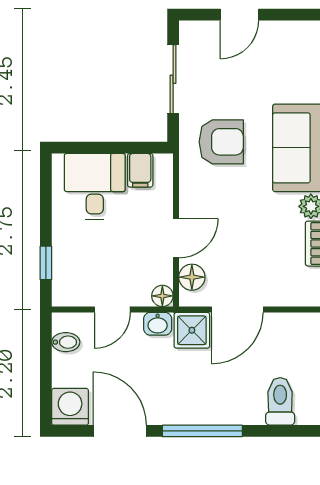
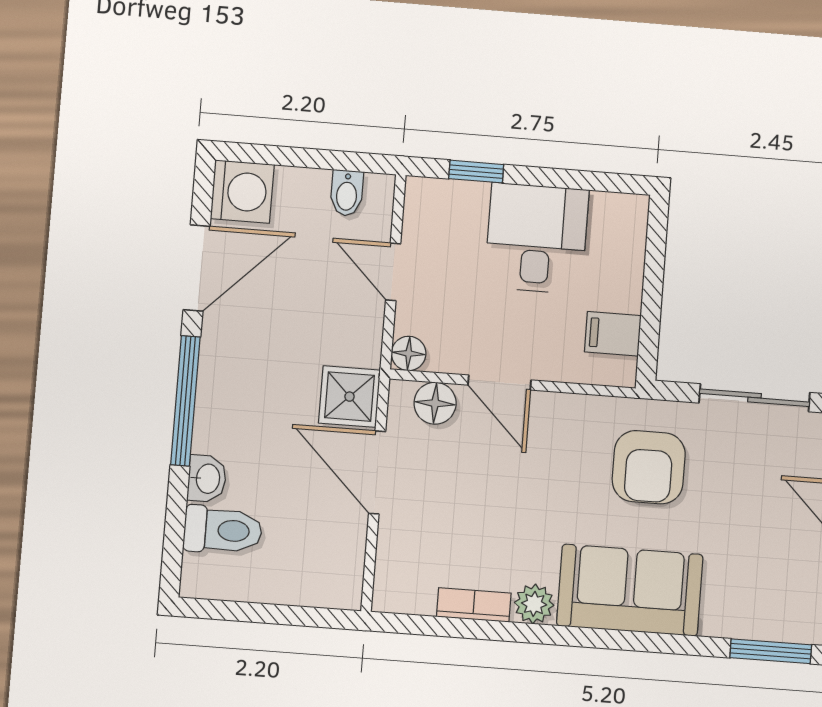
desk: (95, 186) -> (537, 238), moved, turned -90
washbasin: (158, 324) -> (207, 479), moved, turned 180

